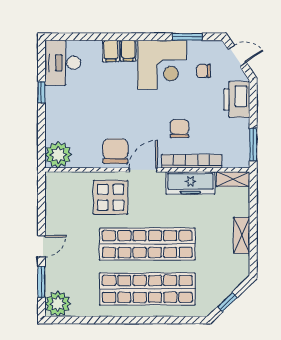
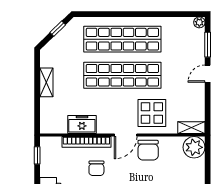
window: (253, 145) -> (37, 155), width x0.67
shelving: (233, 179) -> (191, 128), moved
freezer: (190, 183) -> (82, 125), width x0.71
plant: (58, 304) -> (199, 22), width x0.53, depth x0.53

